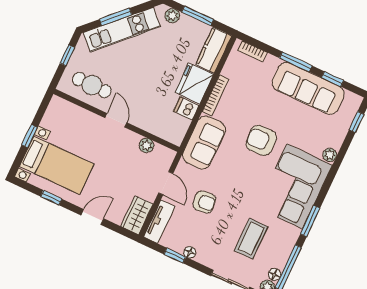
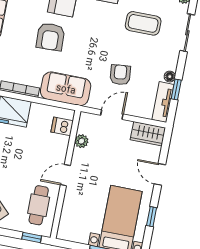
window: (67, 55) -> (32, 238), moved
dishwasher: (186, 108) -> (62, 126), moved, turned 90
tv unit: (159, 222) -> (163, 102), moved, turned -90

